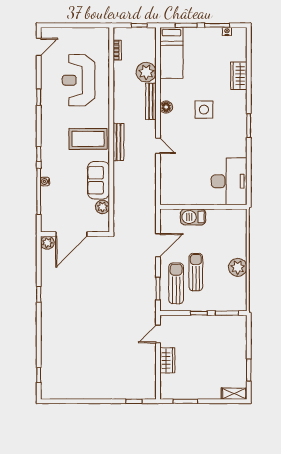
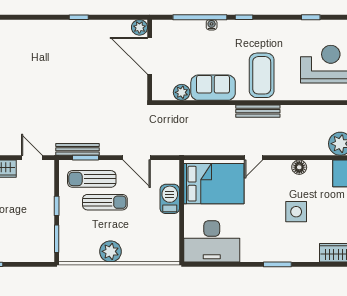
bench: (151, 101) -> (77, 149), moved
bed: (180, 179) -> (214, 184), added
sun lounger: (176, 283) -> (92, 179), turned 180

